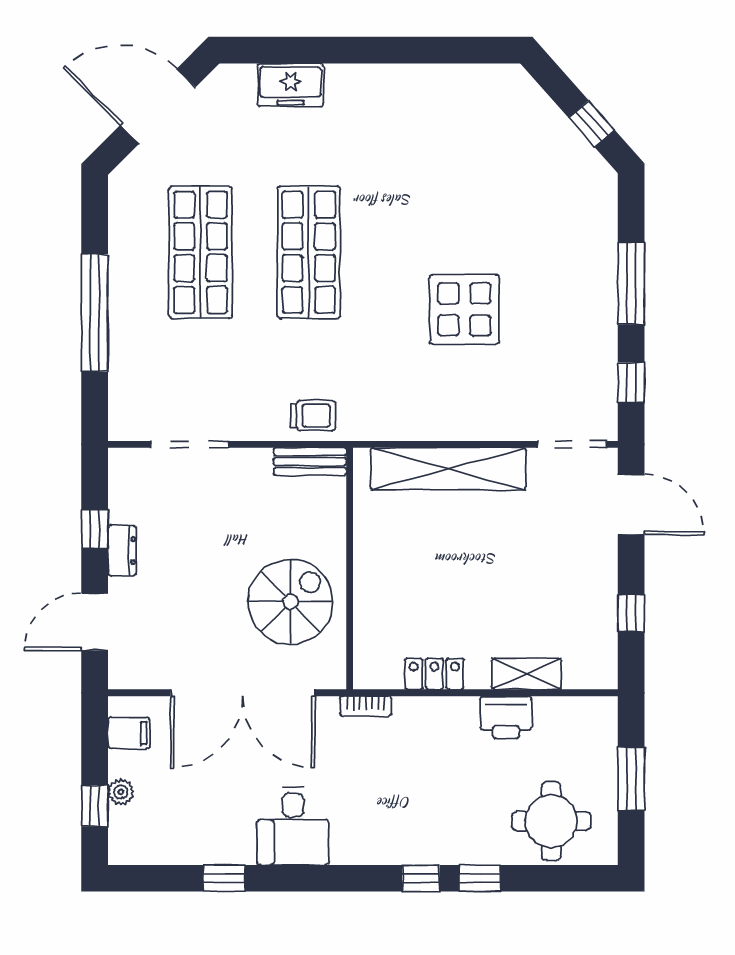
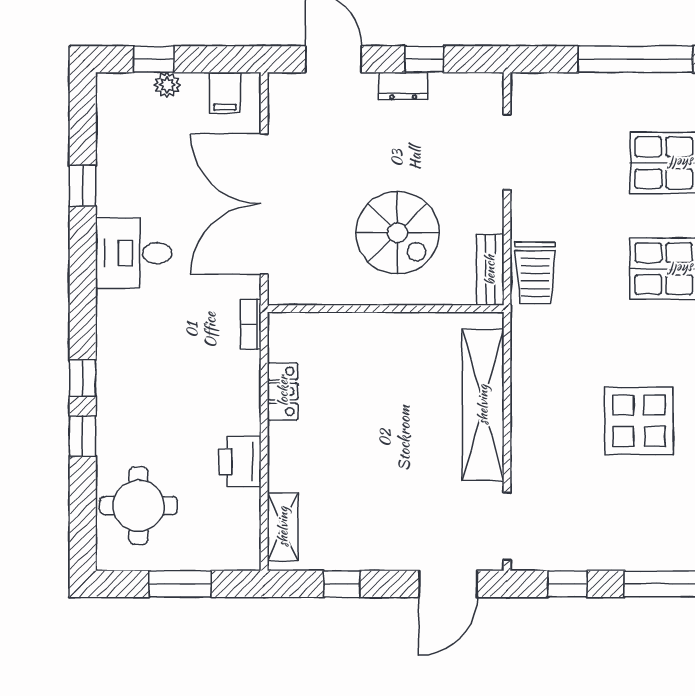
trolley: (313, 415) -> (535, 273), width x1.36, depth x1.39
spiral stairs: (290, 602) -> (397, 233), moved
shelving: (526, 674) -> (283, 527), moved

